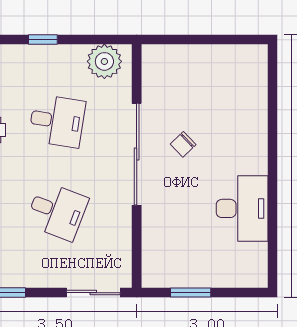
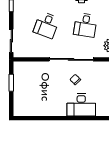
desk: (242, 208) -> (81, 105), moved

